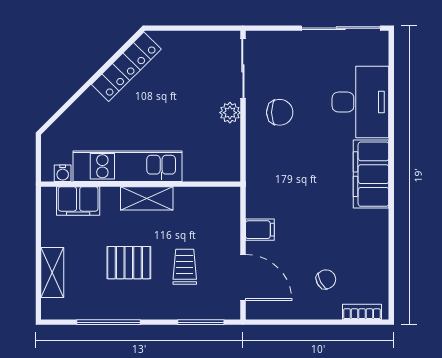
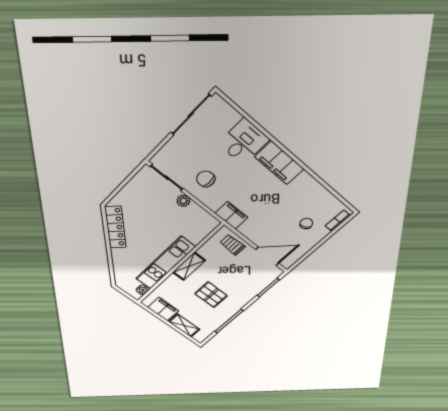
desk: (360, 102) -> (244, 142), width x0.73
chair: (280, 112) -> (206, 179), turned -90
filing cabinet: (78, 201) -> (163, 309), moved, turned -90
filing cabinet: (260, 230) -> (231, 215), moved, width x2.00
pallet: (129, 263) -> (211, 295), turned 90
trolley: (185, 267) -> (232, 245), moved

